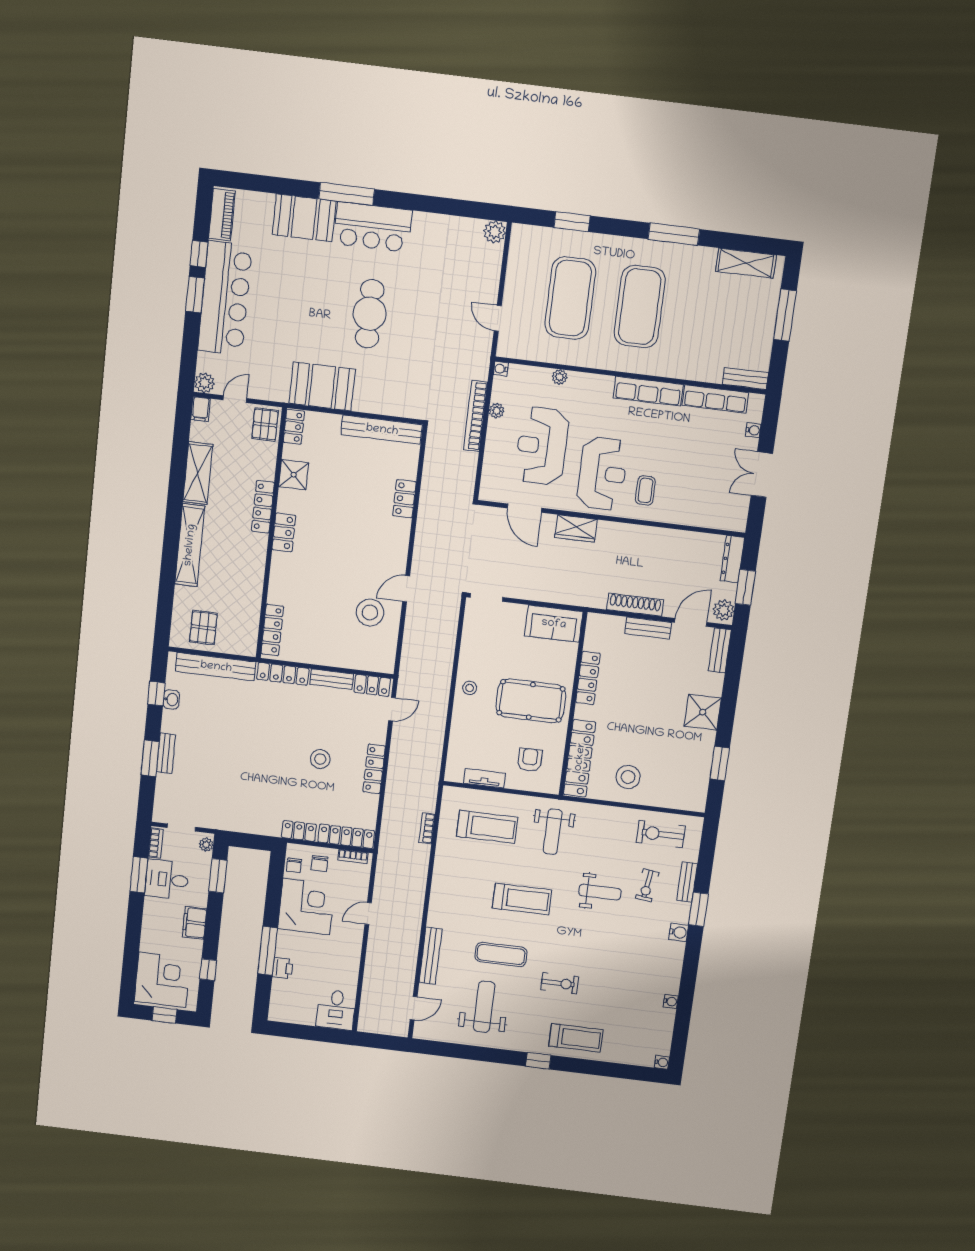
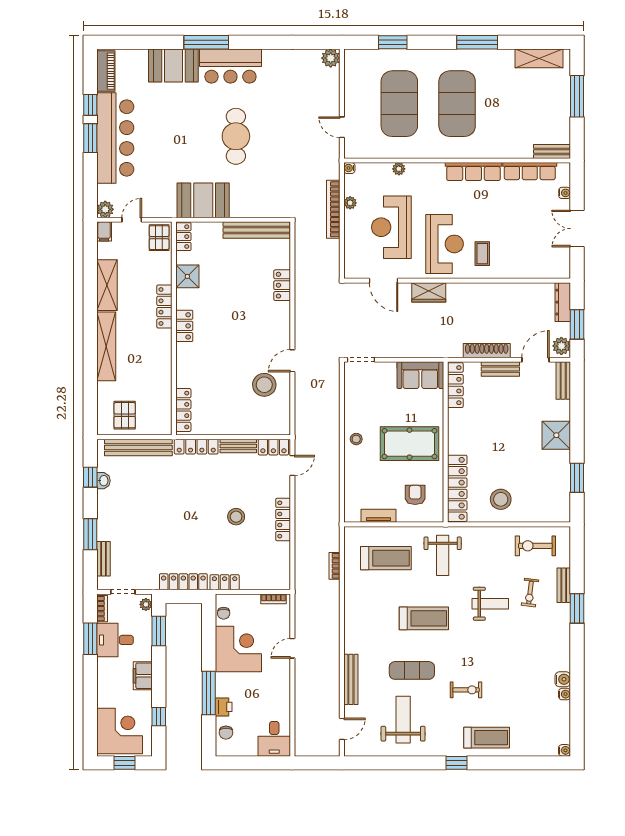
locker: (588, 678) -> (455, 385), moved
bench: (166, 753) -> (103, 559), moved
locker: (346, 836) -> (183, 582), moved
chair: (319, 863) -> (226, 733), moved
water cooler: (679, 932) -> (563, 679), moved

